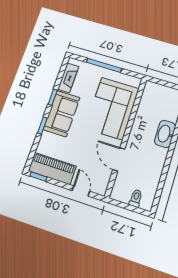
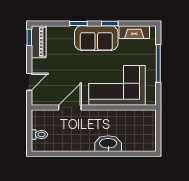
piano: (52, 169) -> (39, 42), width x0.73, depth x0.75

